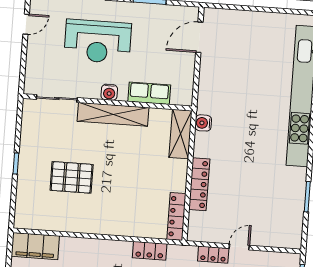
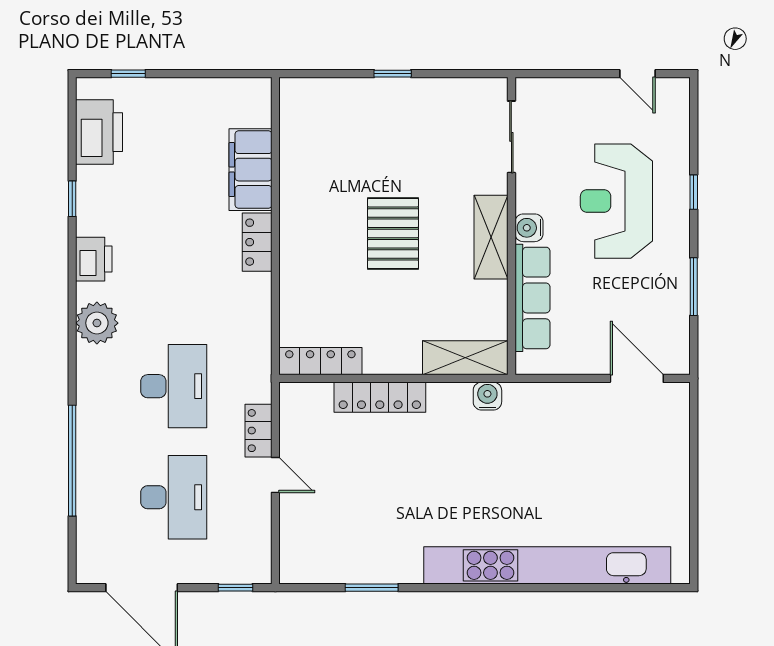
row of seats: (149, 93) -> (532, 298), width x1.48
shelving: (113, 114) -> (491, 237), width x0.68
pallet: (72, 177) -> (393, 233), moved
filing cabinet: (35, 246) -> (251, 170), moved
locker: (150, 251) -> (257, 242), moved

